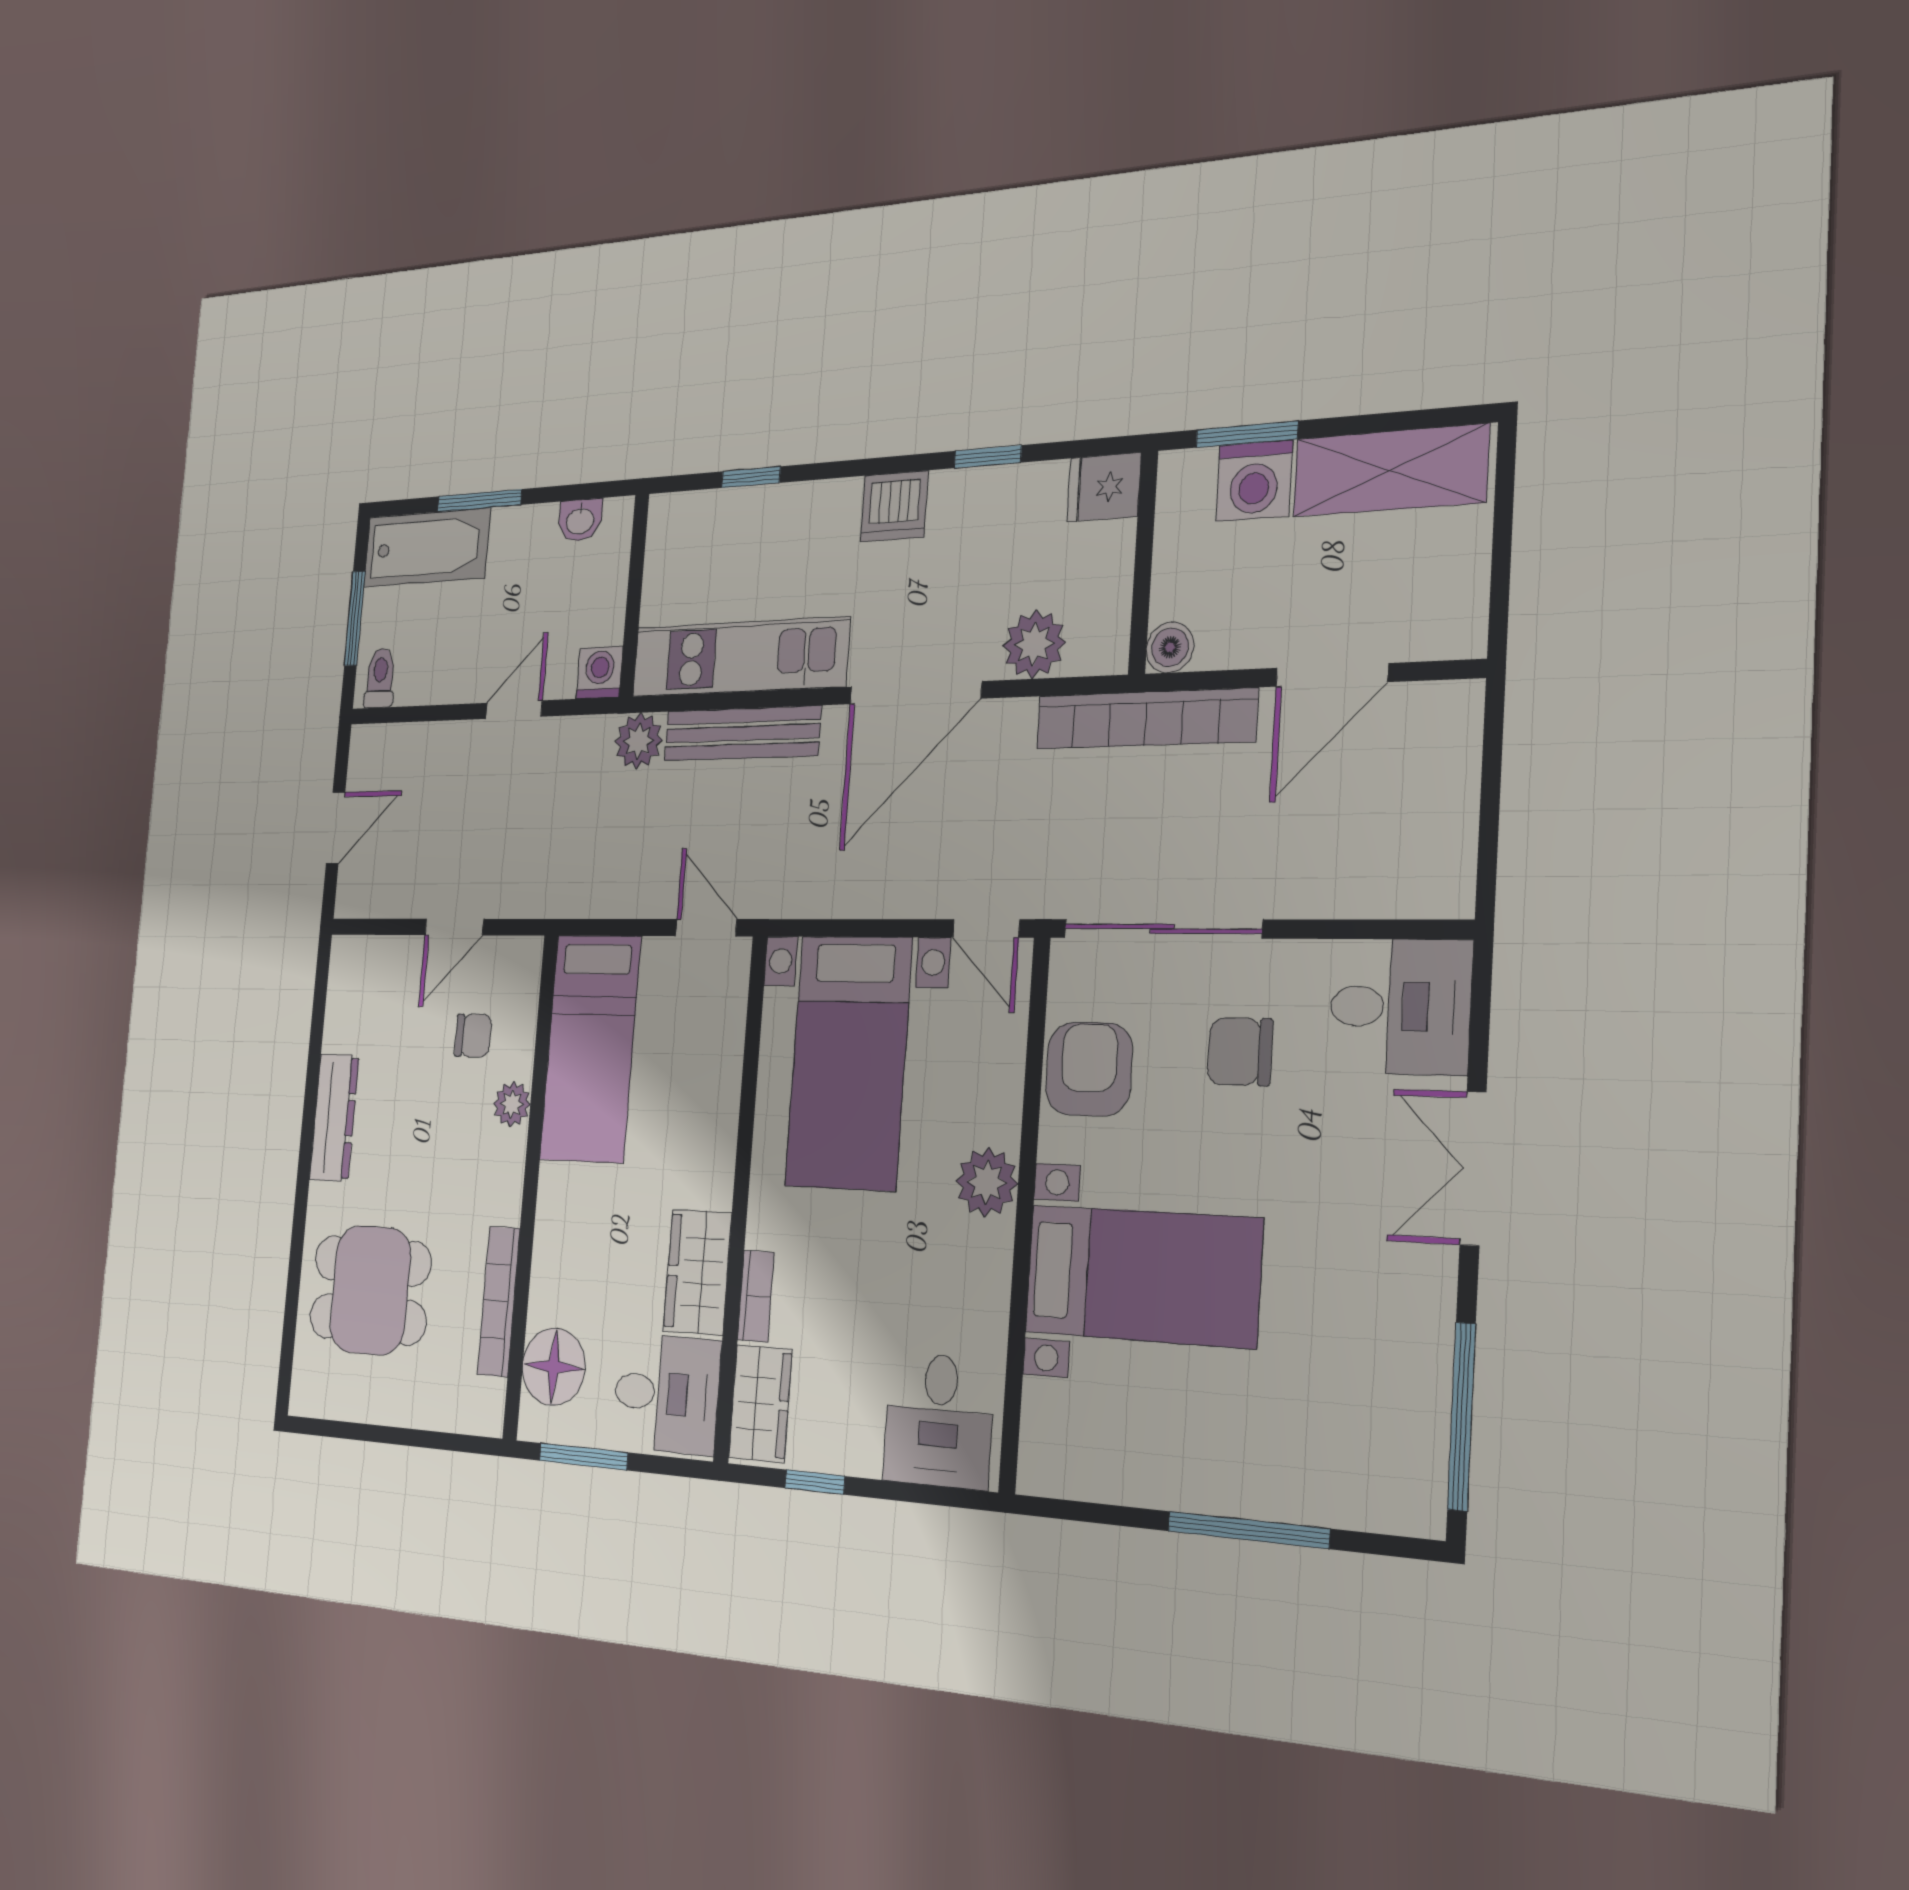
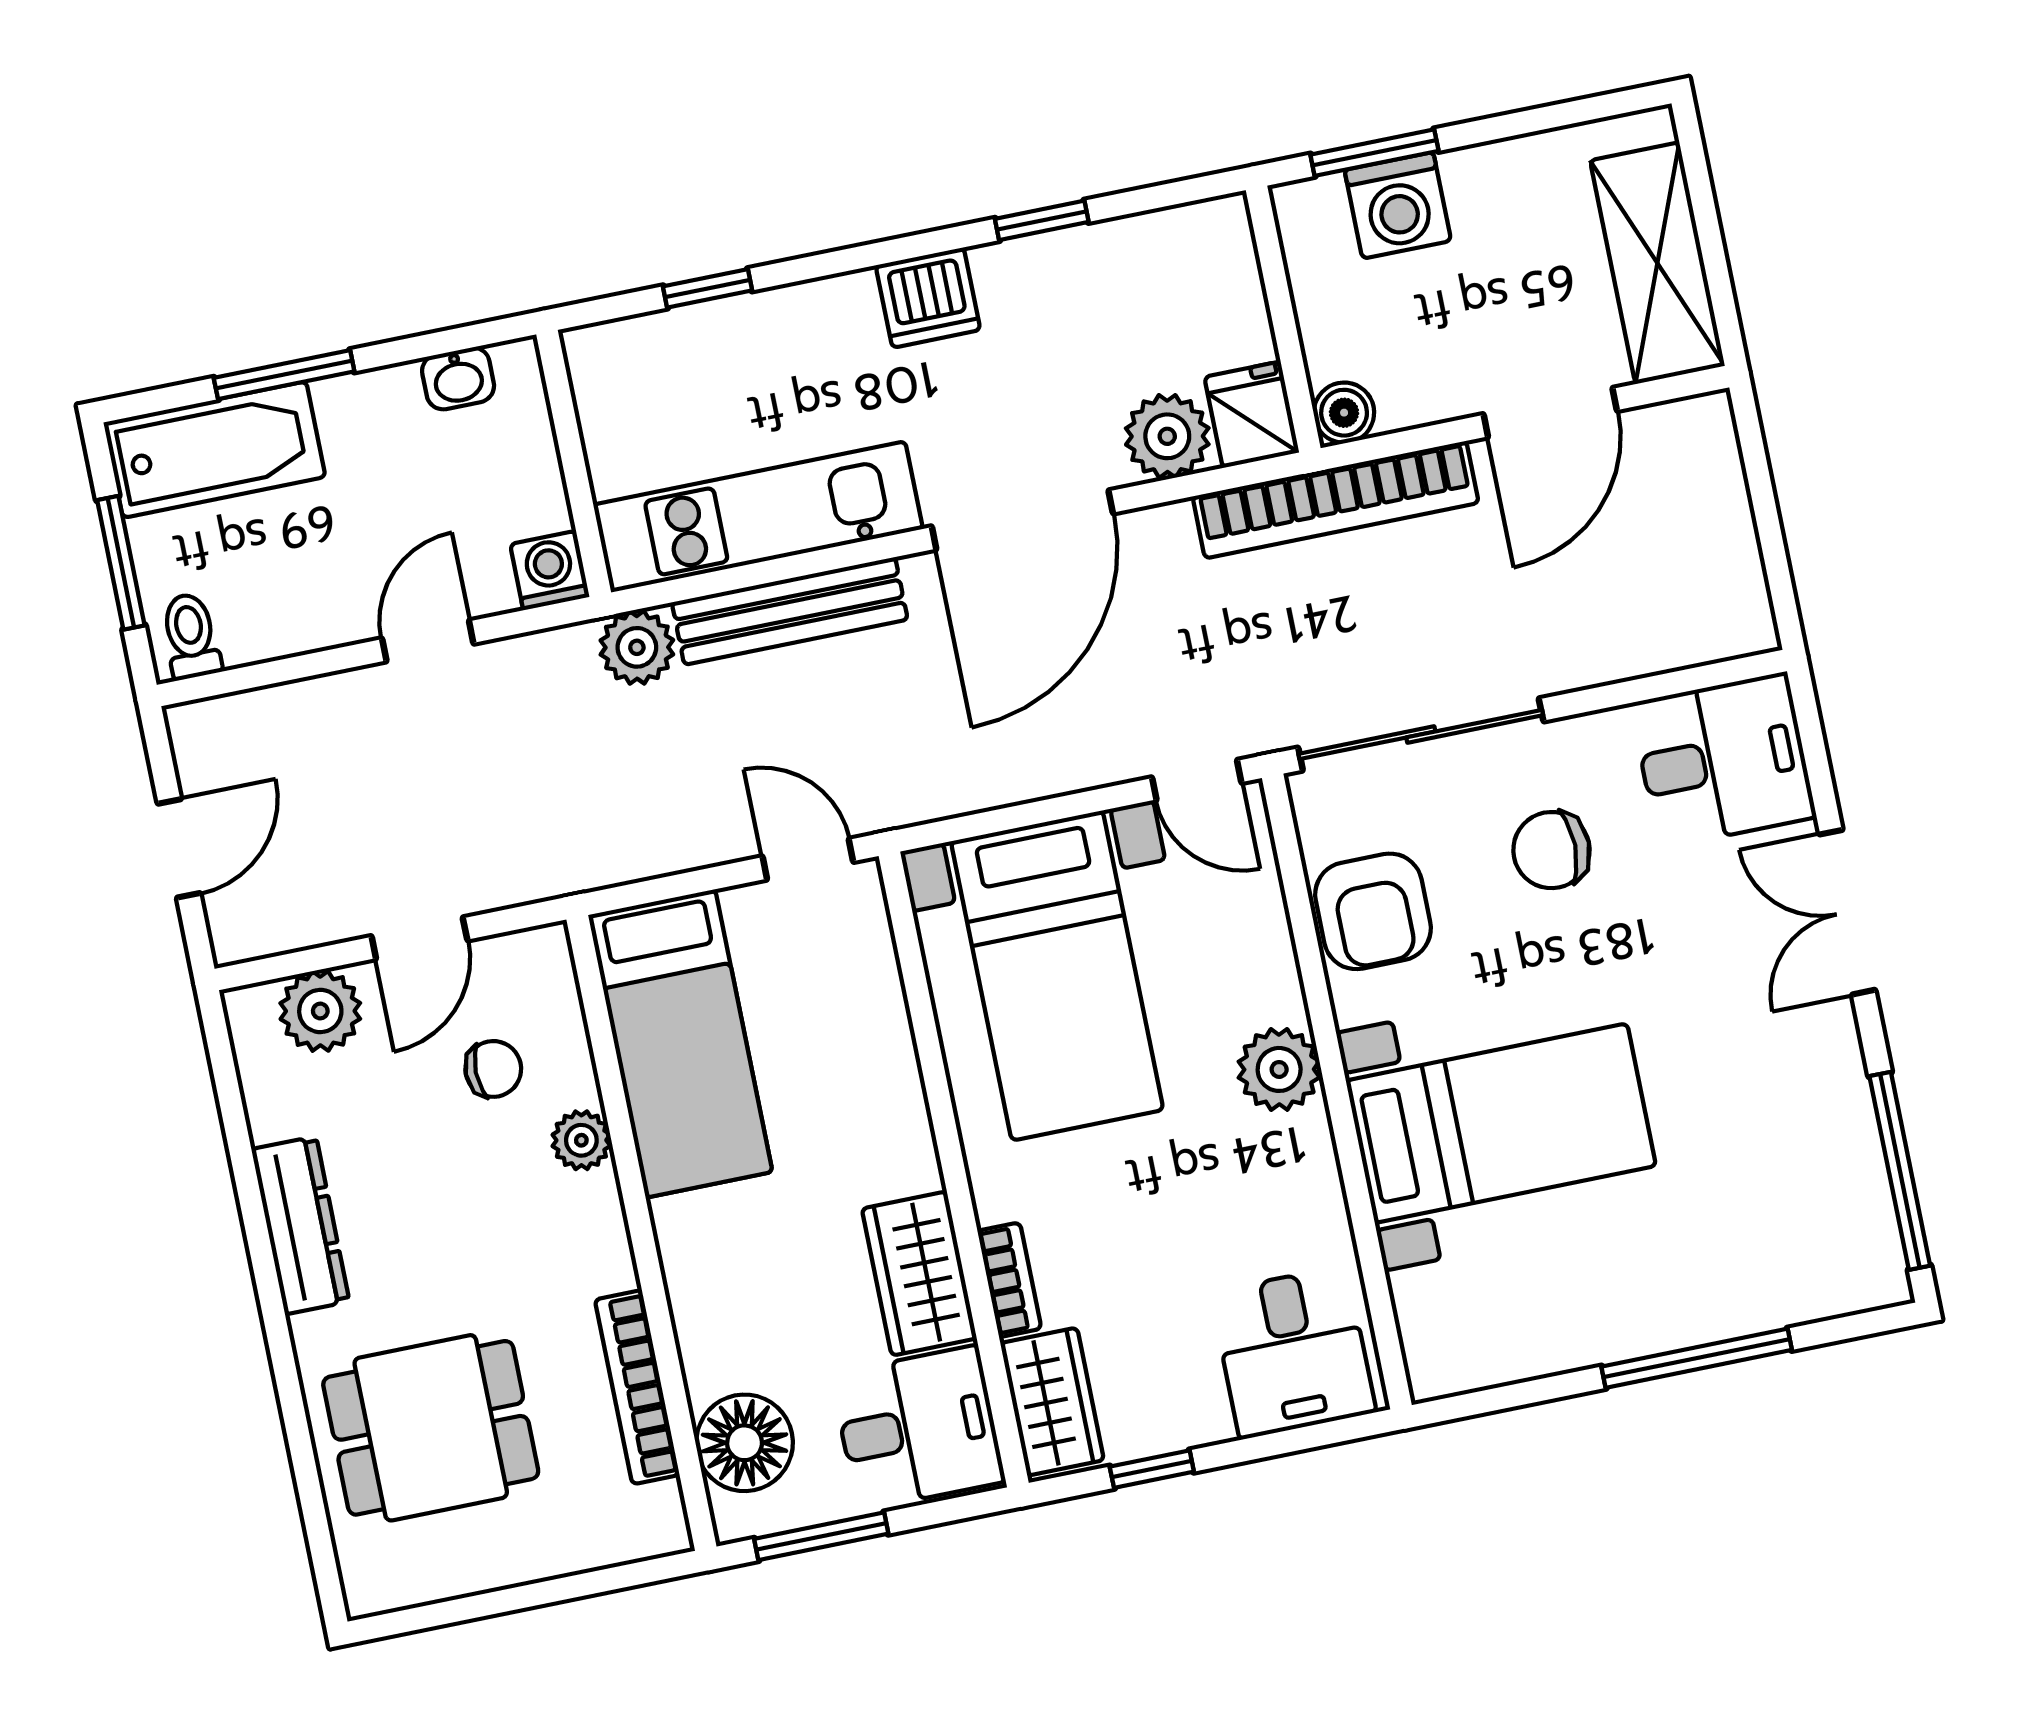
shelving: (1390, 470) -> (1657, 263), moved, turned 90
fridge: (1104, 487) -> (1252, 415), moved, turned 90
plant: (384, 965) -> (320, 1011), added
armchair: (1089, 1069) -> (1373, 911), turned 180

